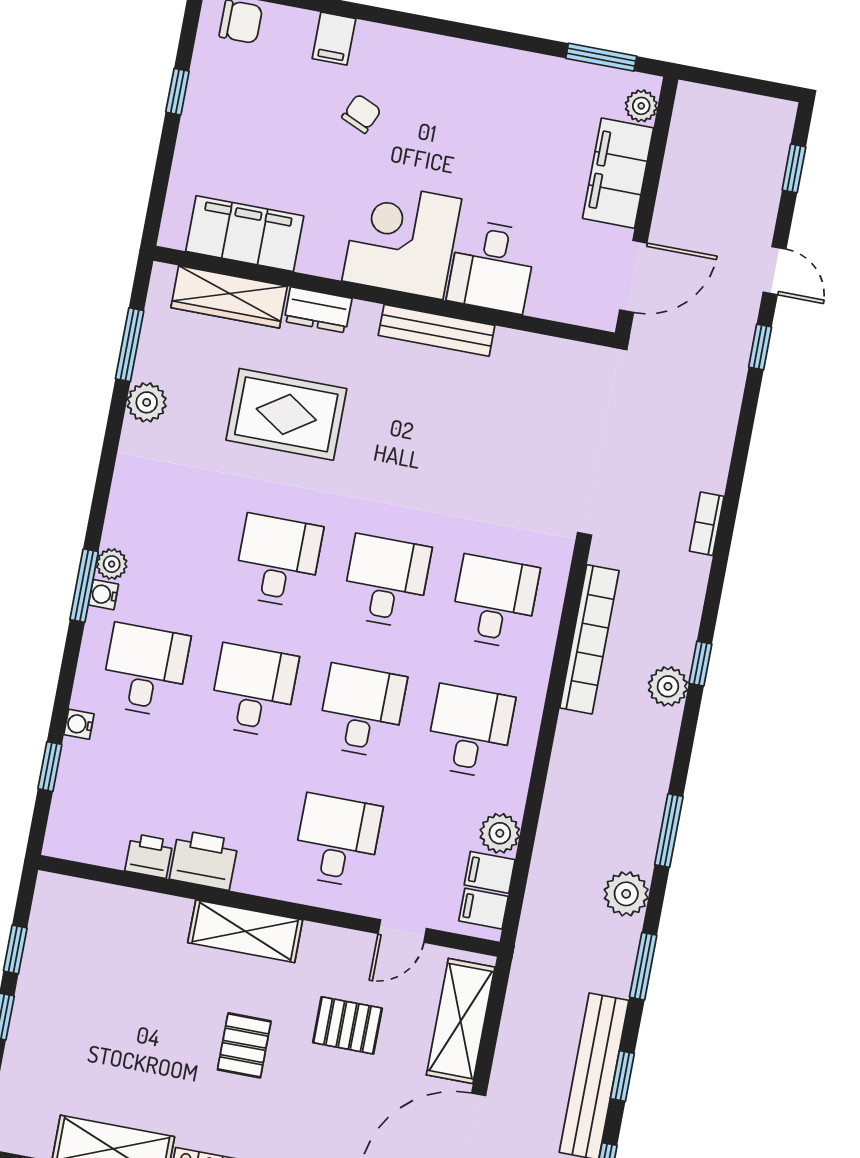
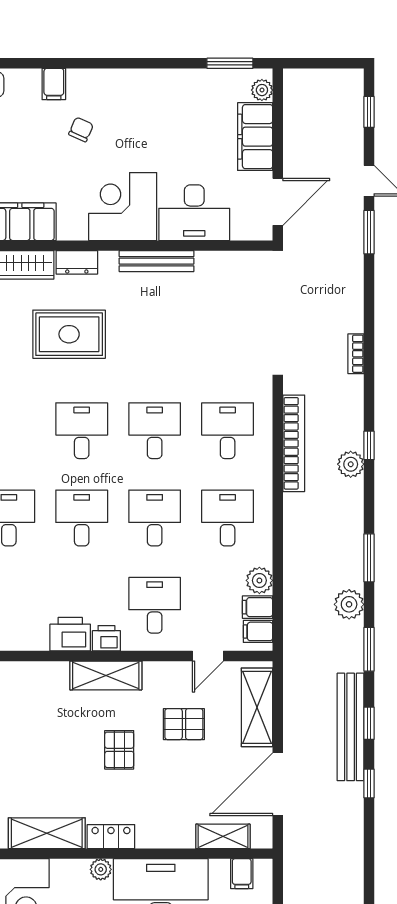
desk: (492, 266) -> (194, 213), width x1.37
window: (760, 347) -> (369, 232), width x1.50
printer: (149, 856) -> (106, 638), moved

